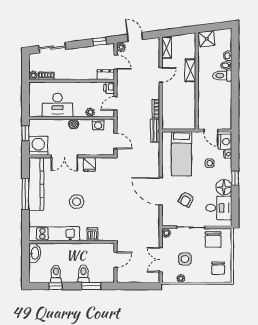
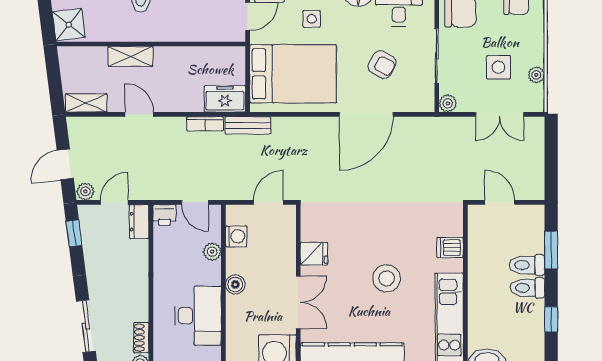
freezer: (169, 119) -> (225, 99), added
bed: (181, 154) -> (293, 74), width x1.50
toilet: (56, 274) -> (527, 288), moved

